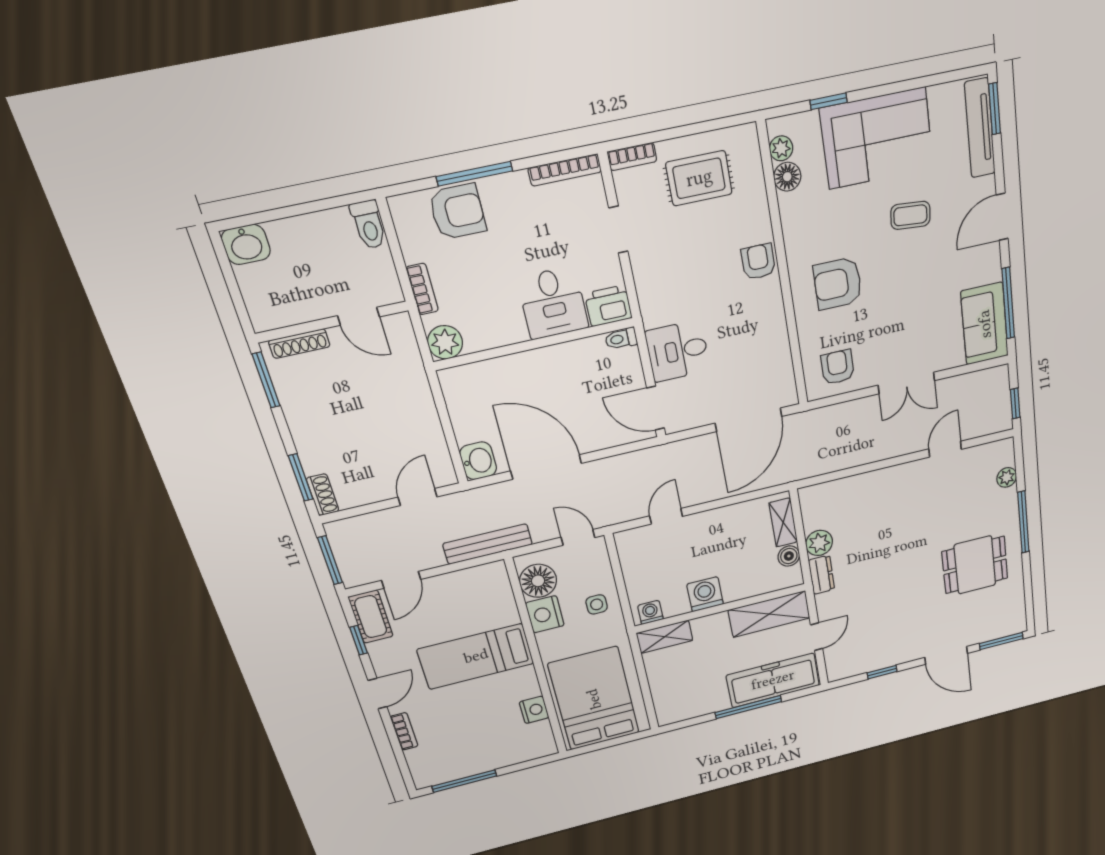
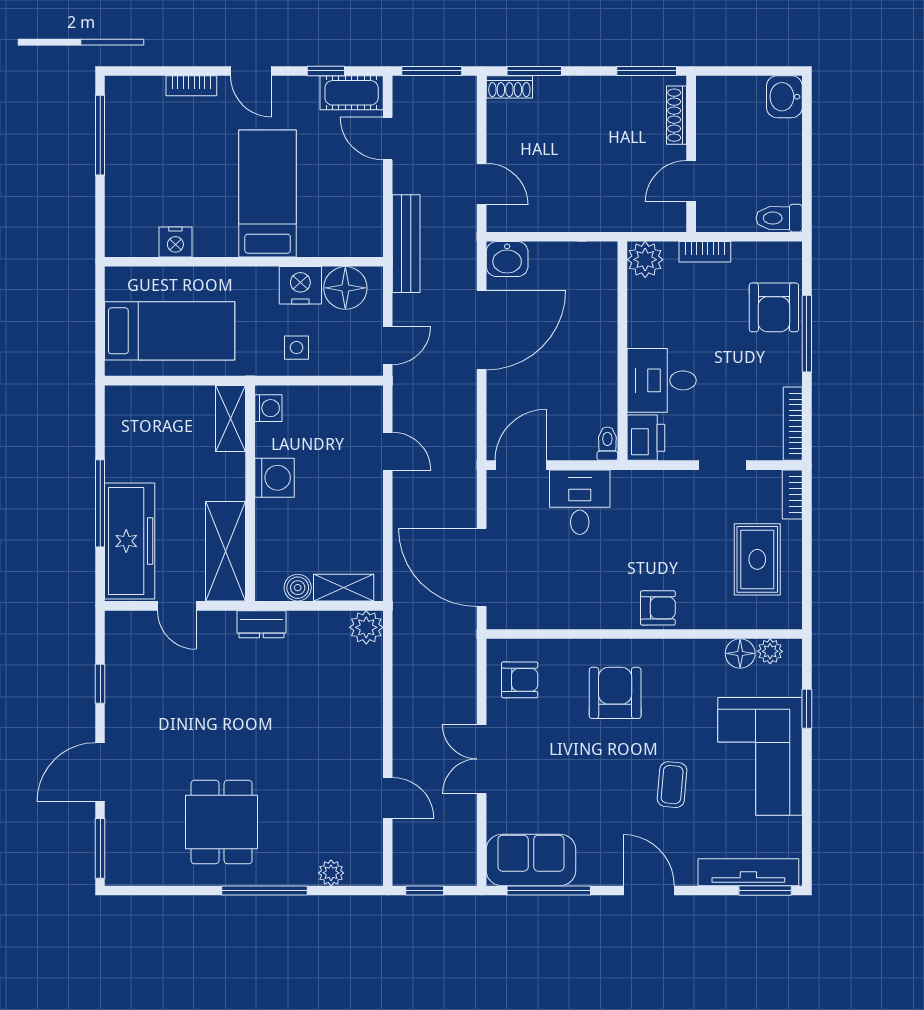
plant: (819, 543) -> (366, 627), moved
bed: (594, 699) -> (170, 331), width x0.67

